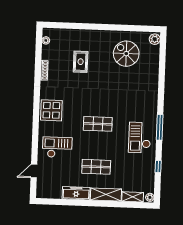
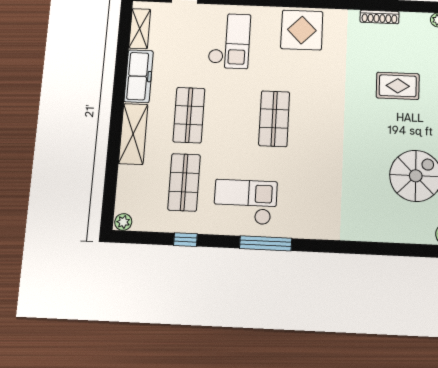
shop shelf: (130, 168) -> (184, 182), added
shelving: (133, 197) -> (140, 29), moved

